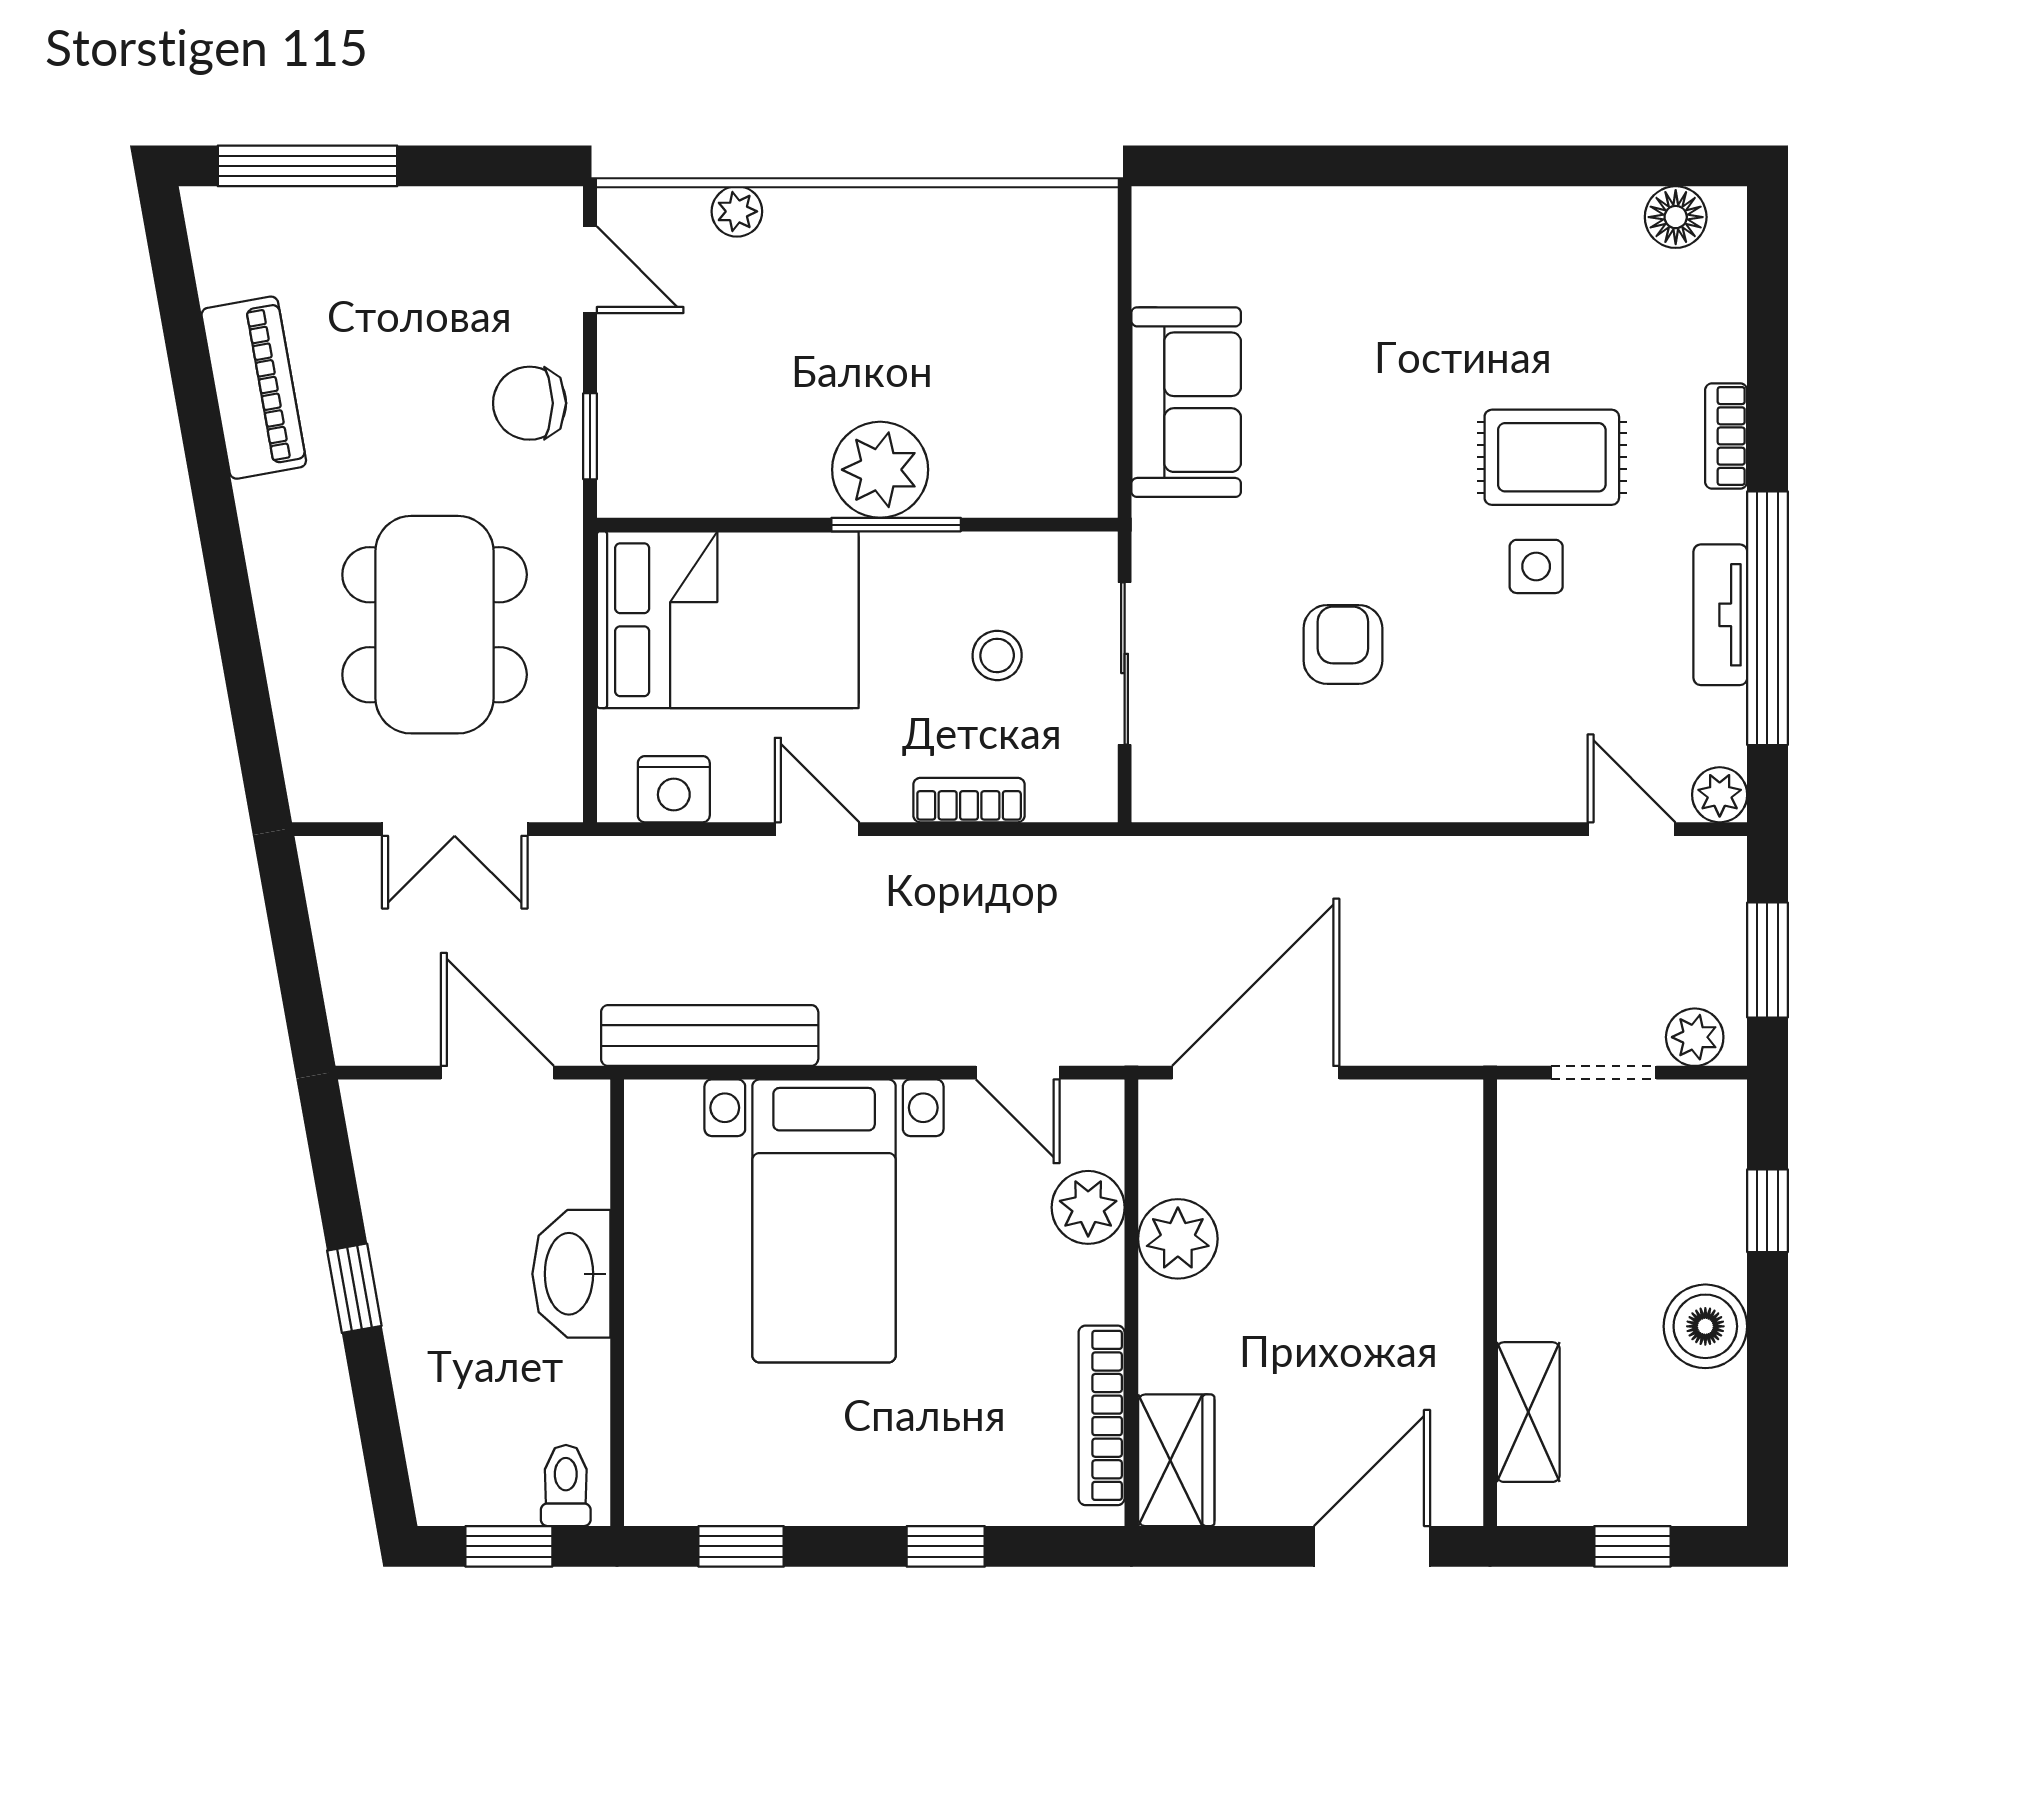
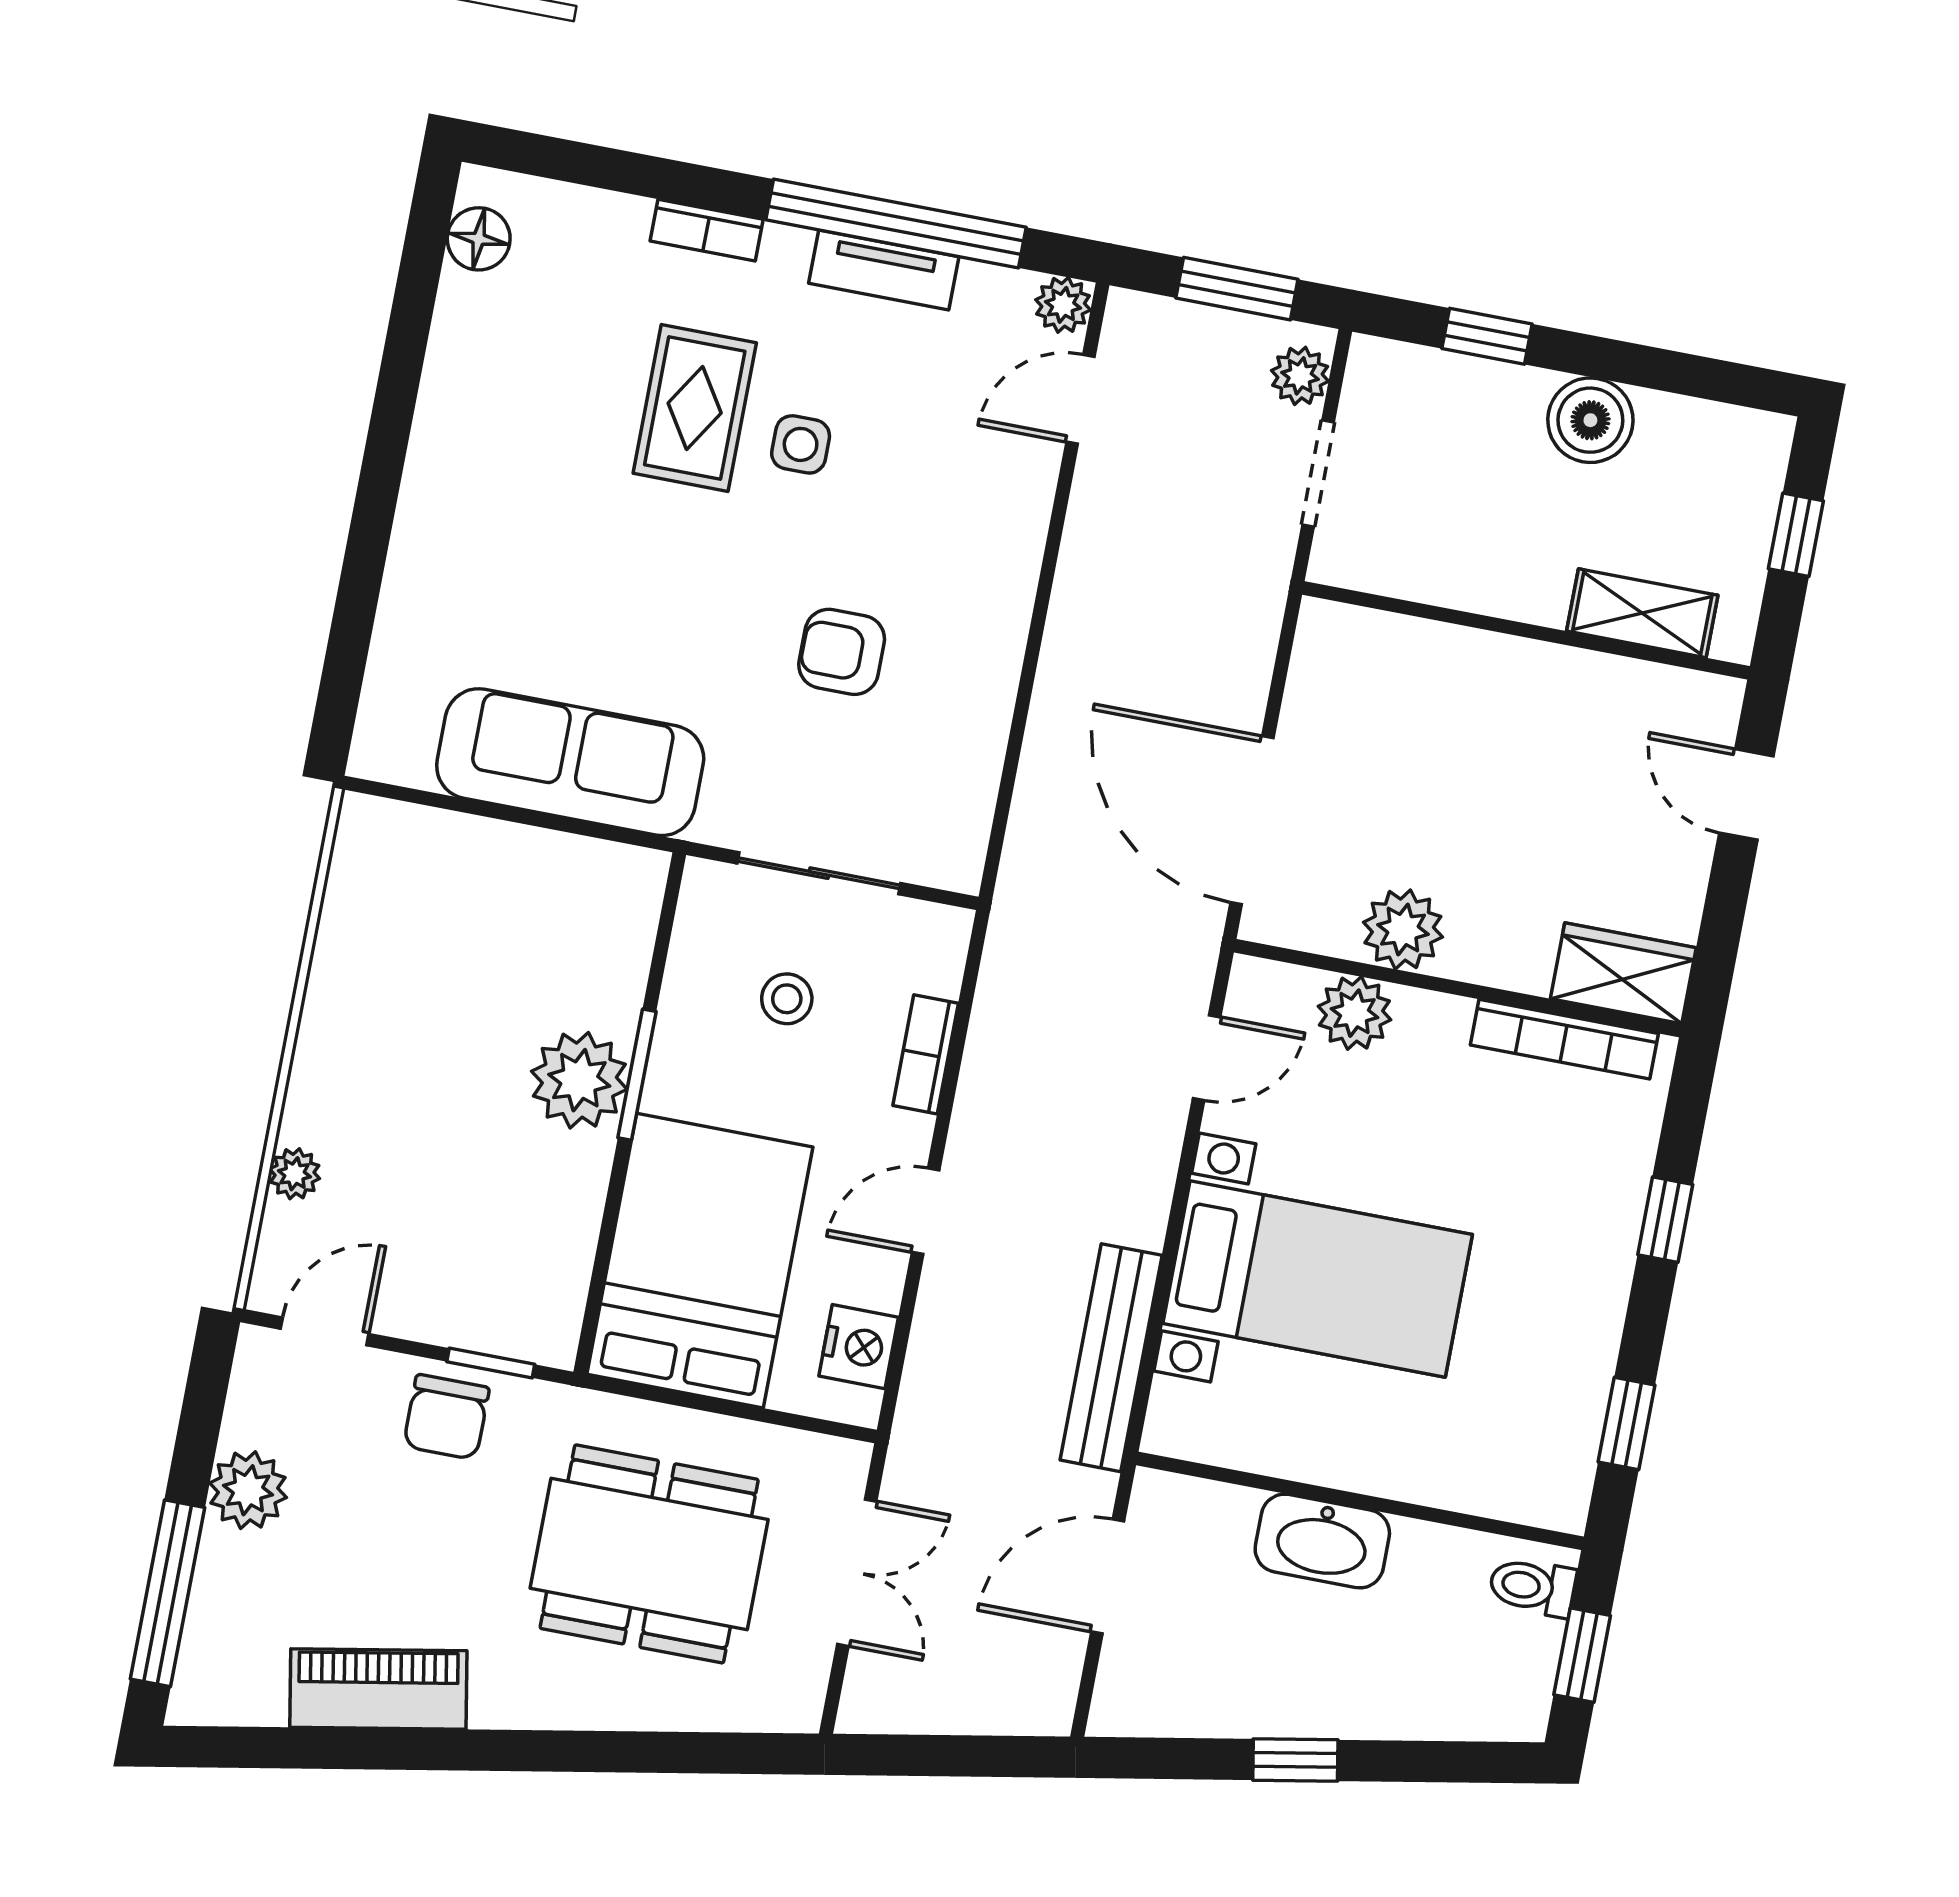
plant: (422, 225) -> (248, 1490), added
sofa: (1186, 402) -> (570, 762), width x1.36
door: (1372, 1546) -> (1746, 795), width x0.73

